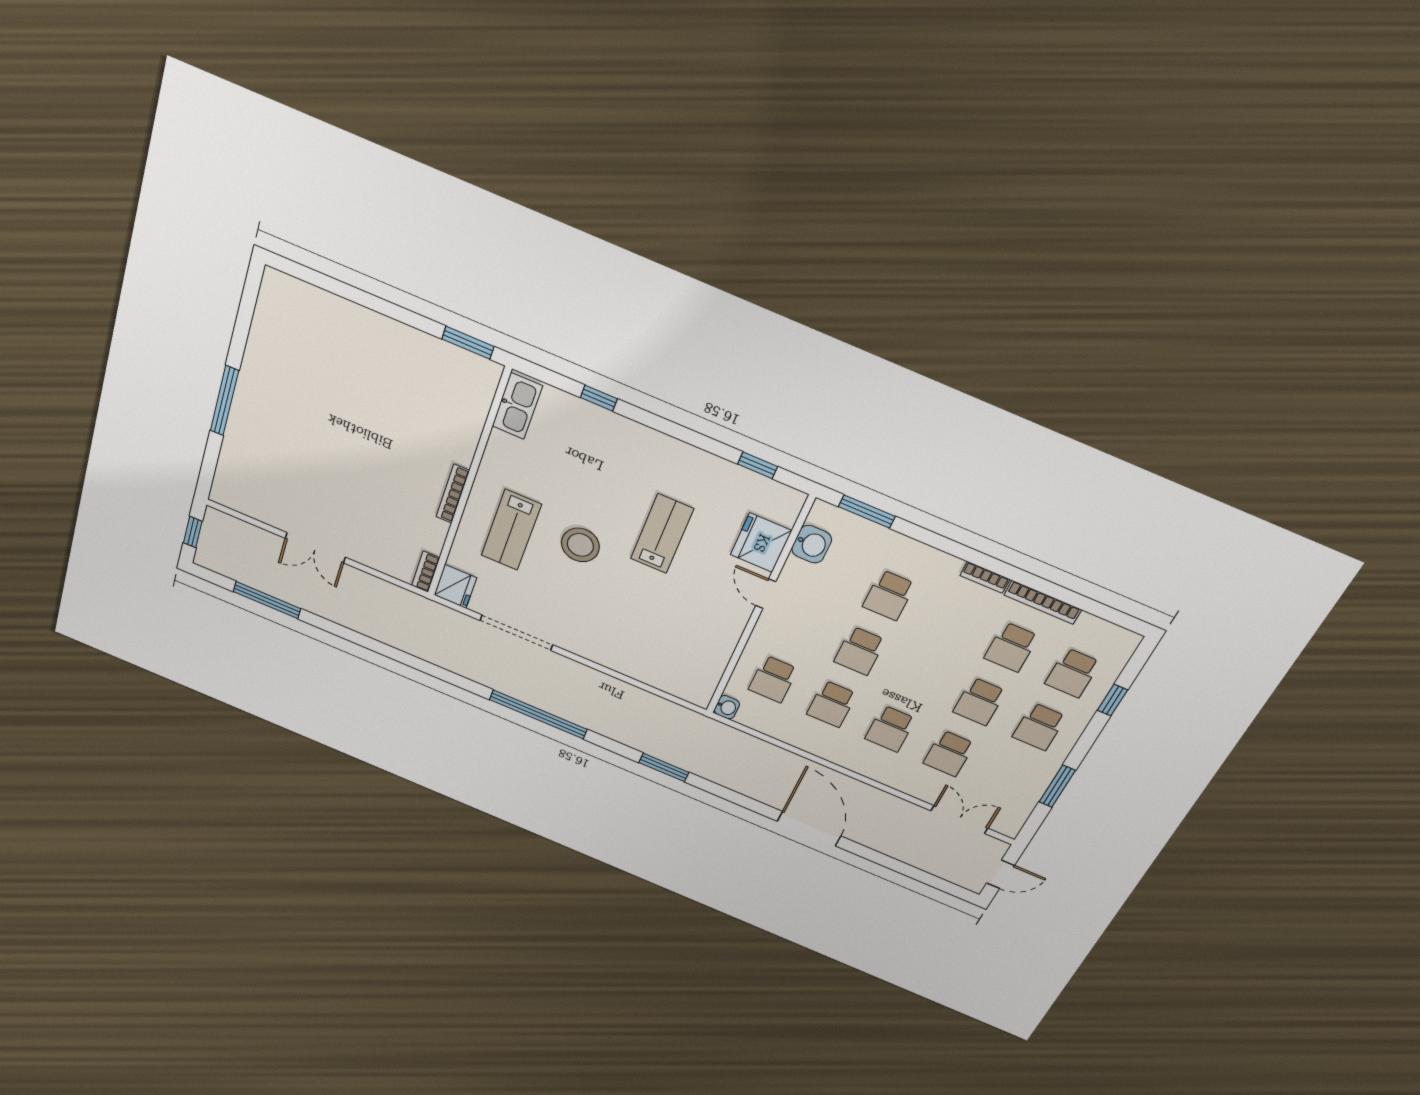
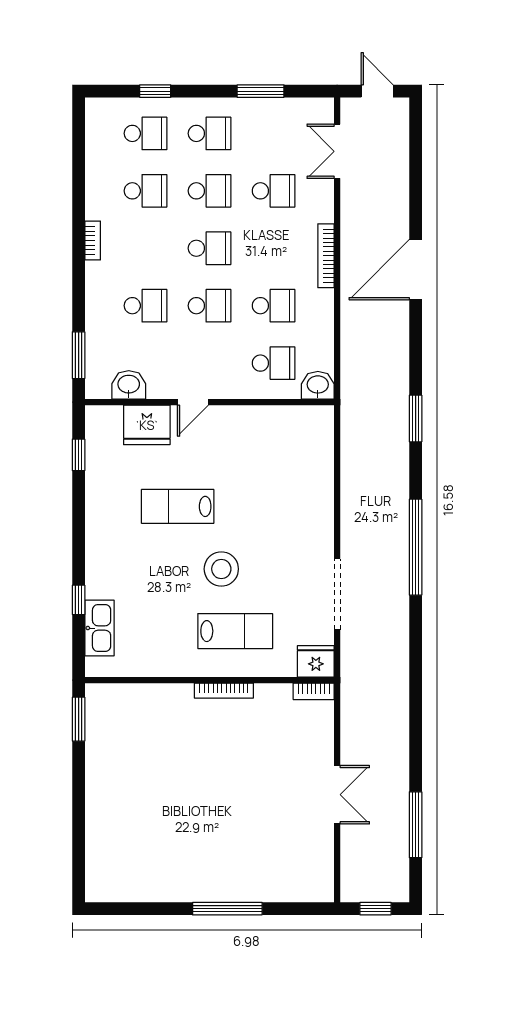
kitchen sink: (517, 406) -> (100, 628), moved, turned 90
bookcase: (1043, 602) -> (326, 256), moved, turned 180
washbasin: (727, 707) -> (318, 385), width x1.38, depth x1.45
school desk: (890, 729) -> (210, 248), moved

